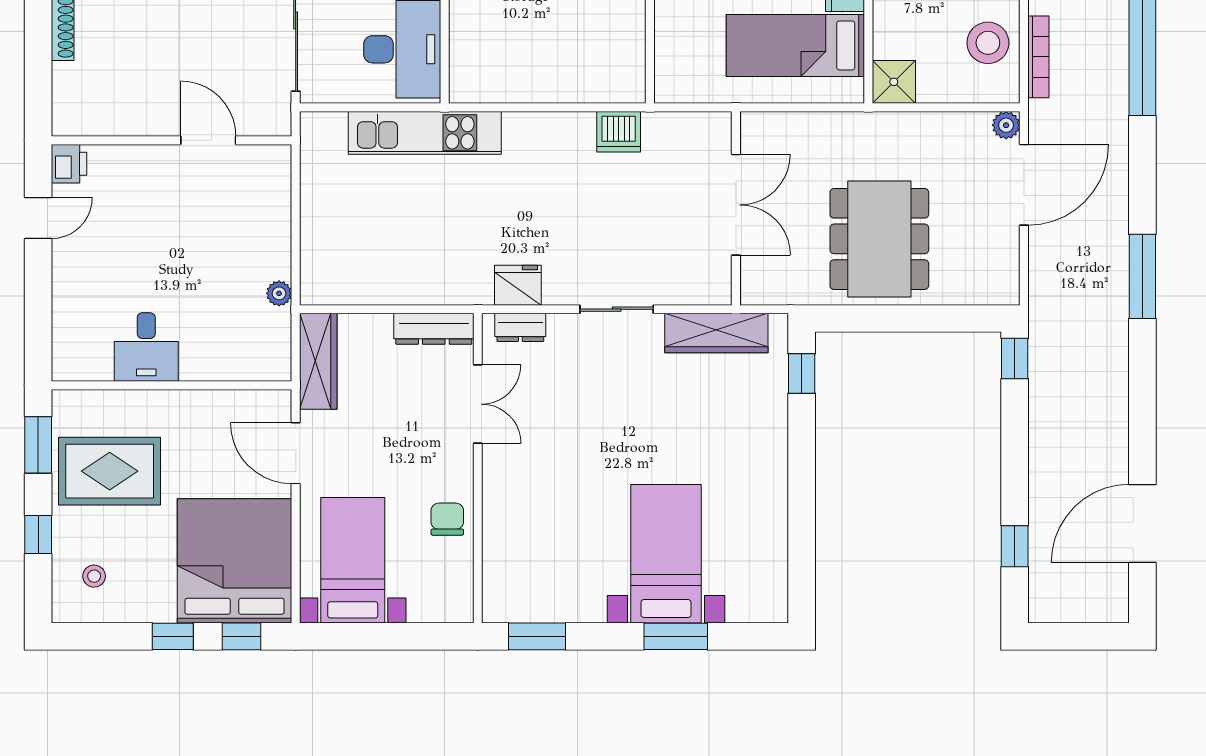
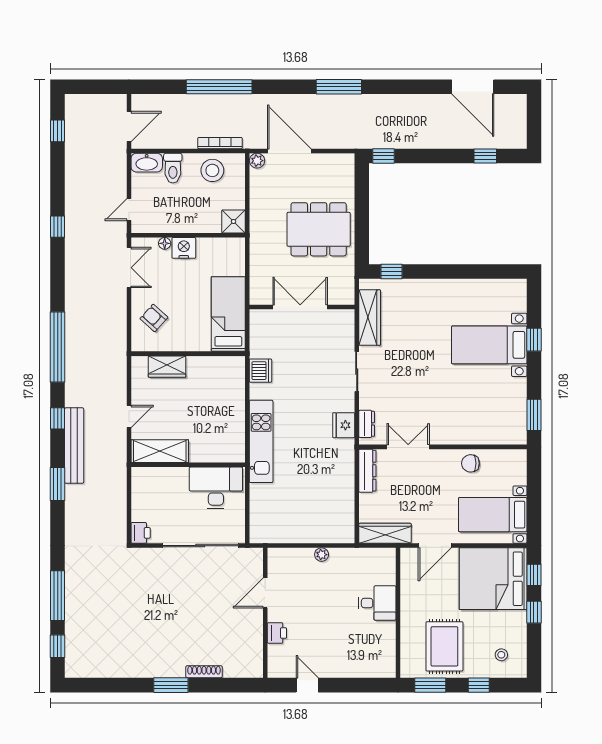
bed: (795, 45) -> (228, 314), moved, turned 180
kitchen unit: (425, 133) -> (261, 441), moved
printer: (69, 164) -> (277, 633), moved, turned 90
plant: (279, 293) -> (322, 555), moved
desk: (146, 347) -> (377, 603), moved
window: (676, 636) -> (534, 340), width x0.67

